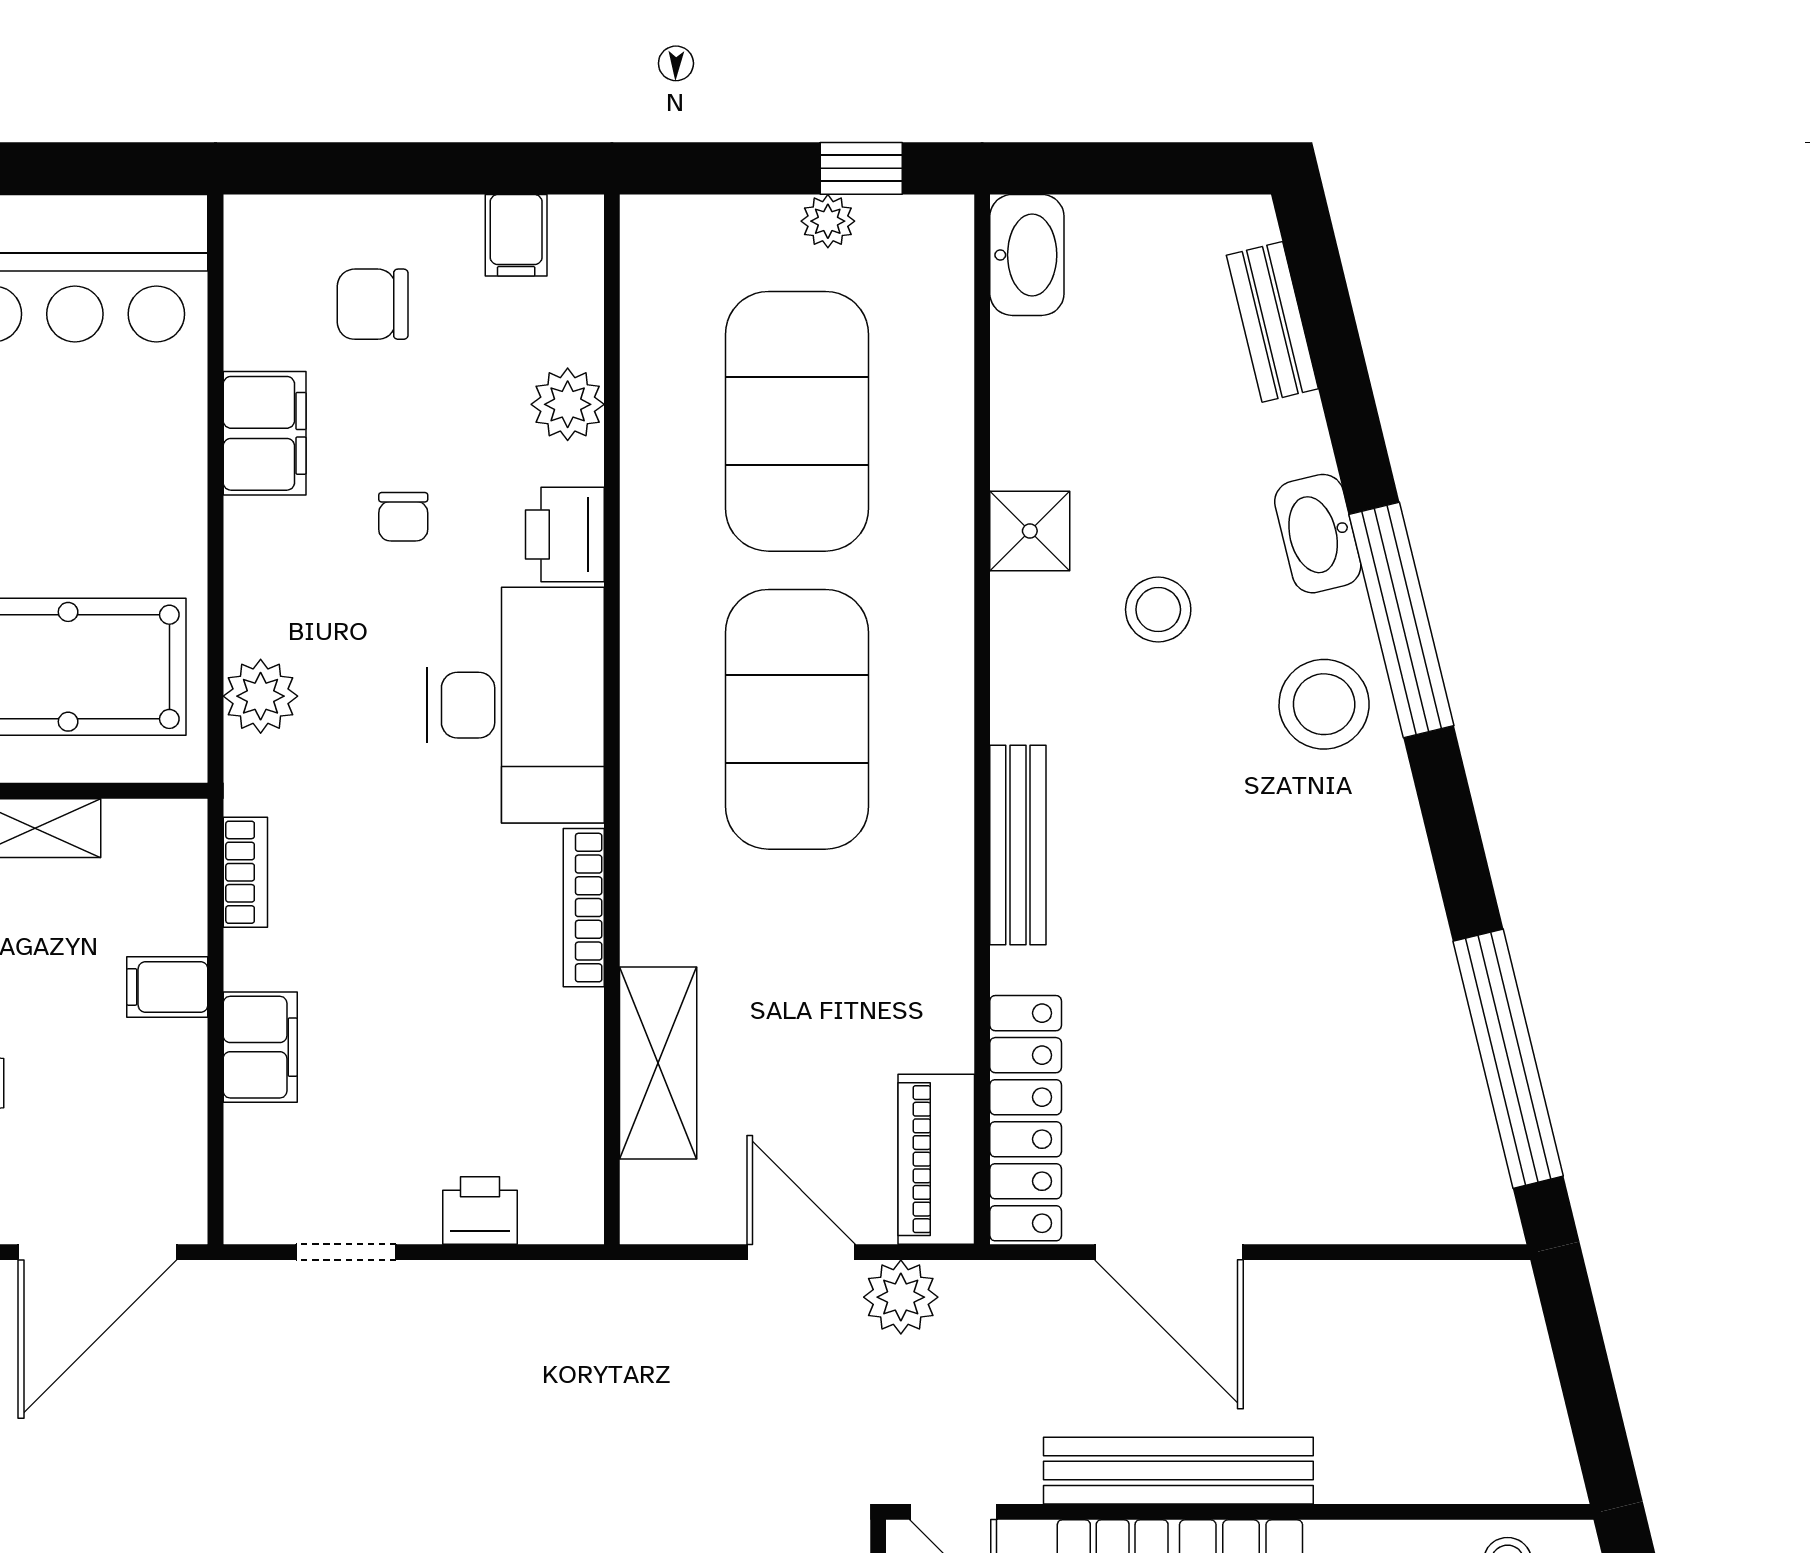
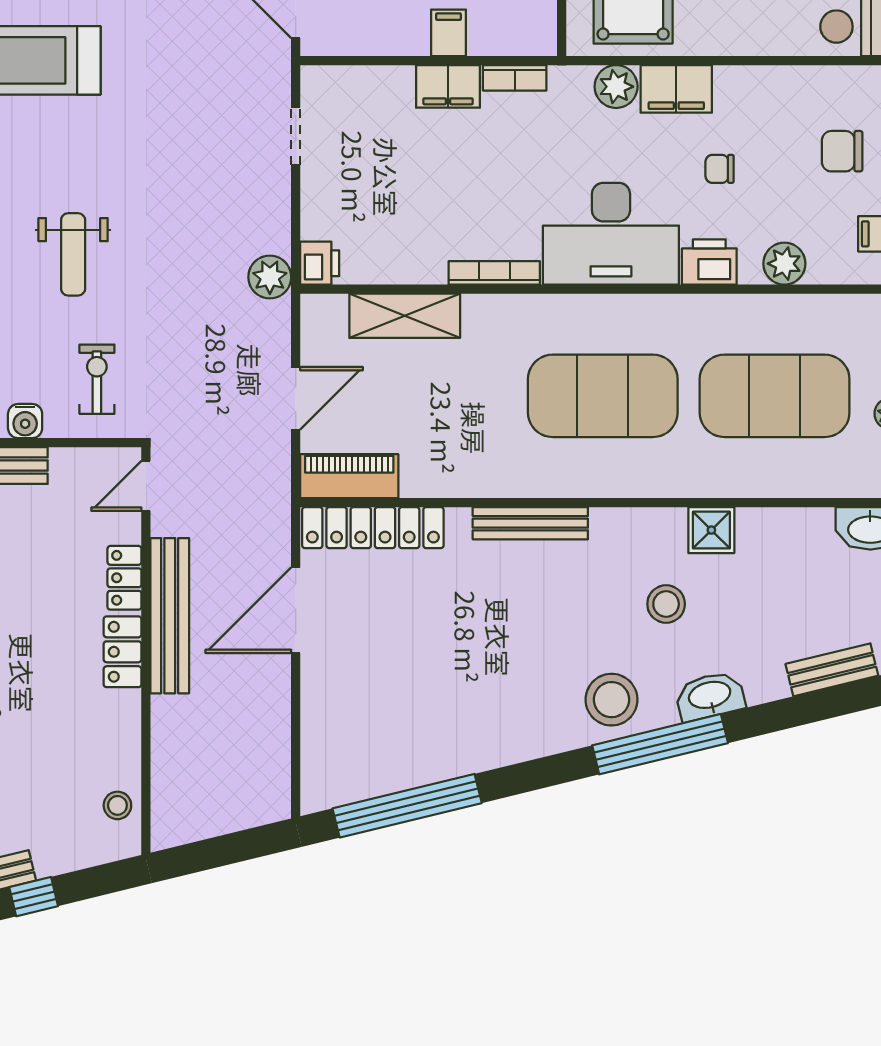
chair: (373, 304) -> (842, 151), turned -90
filing cabinet: (265, 433) -> (676, 89), moved
filing cabinet: (260, 1047) -> (448, 86), moved
printer: (480, 1210) -> (320, 263), moved
plant: (901, 1297) -> (270, 277), moved

